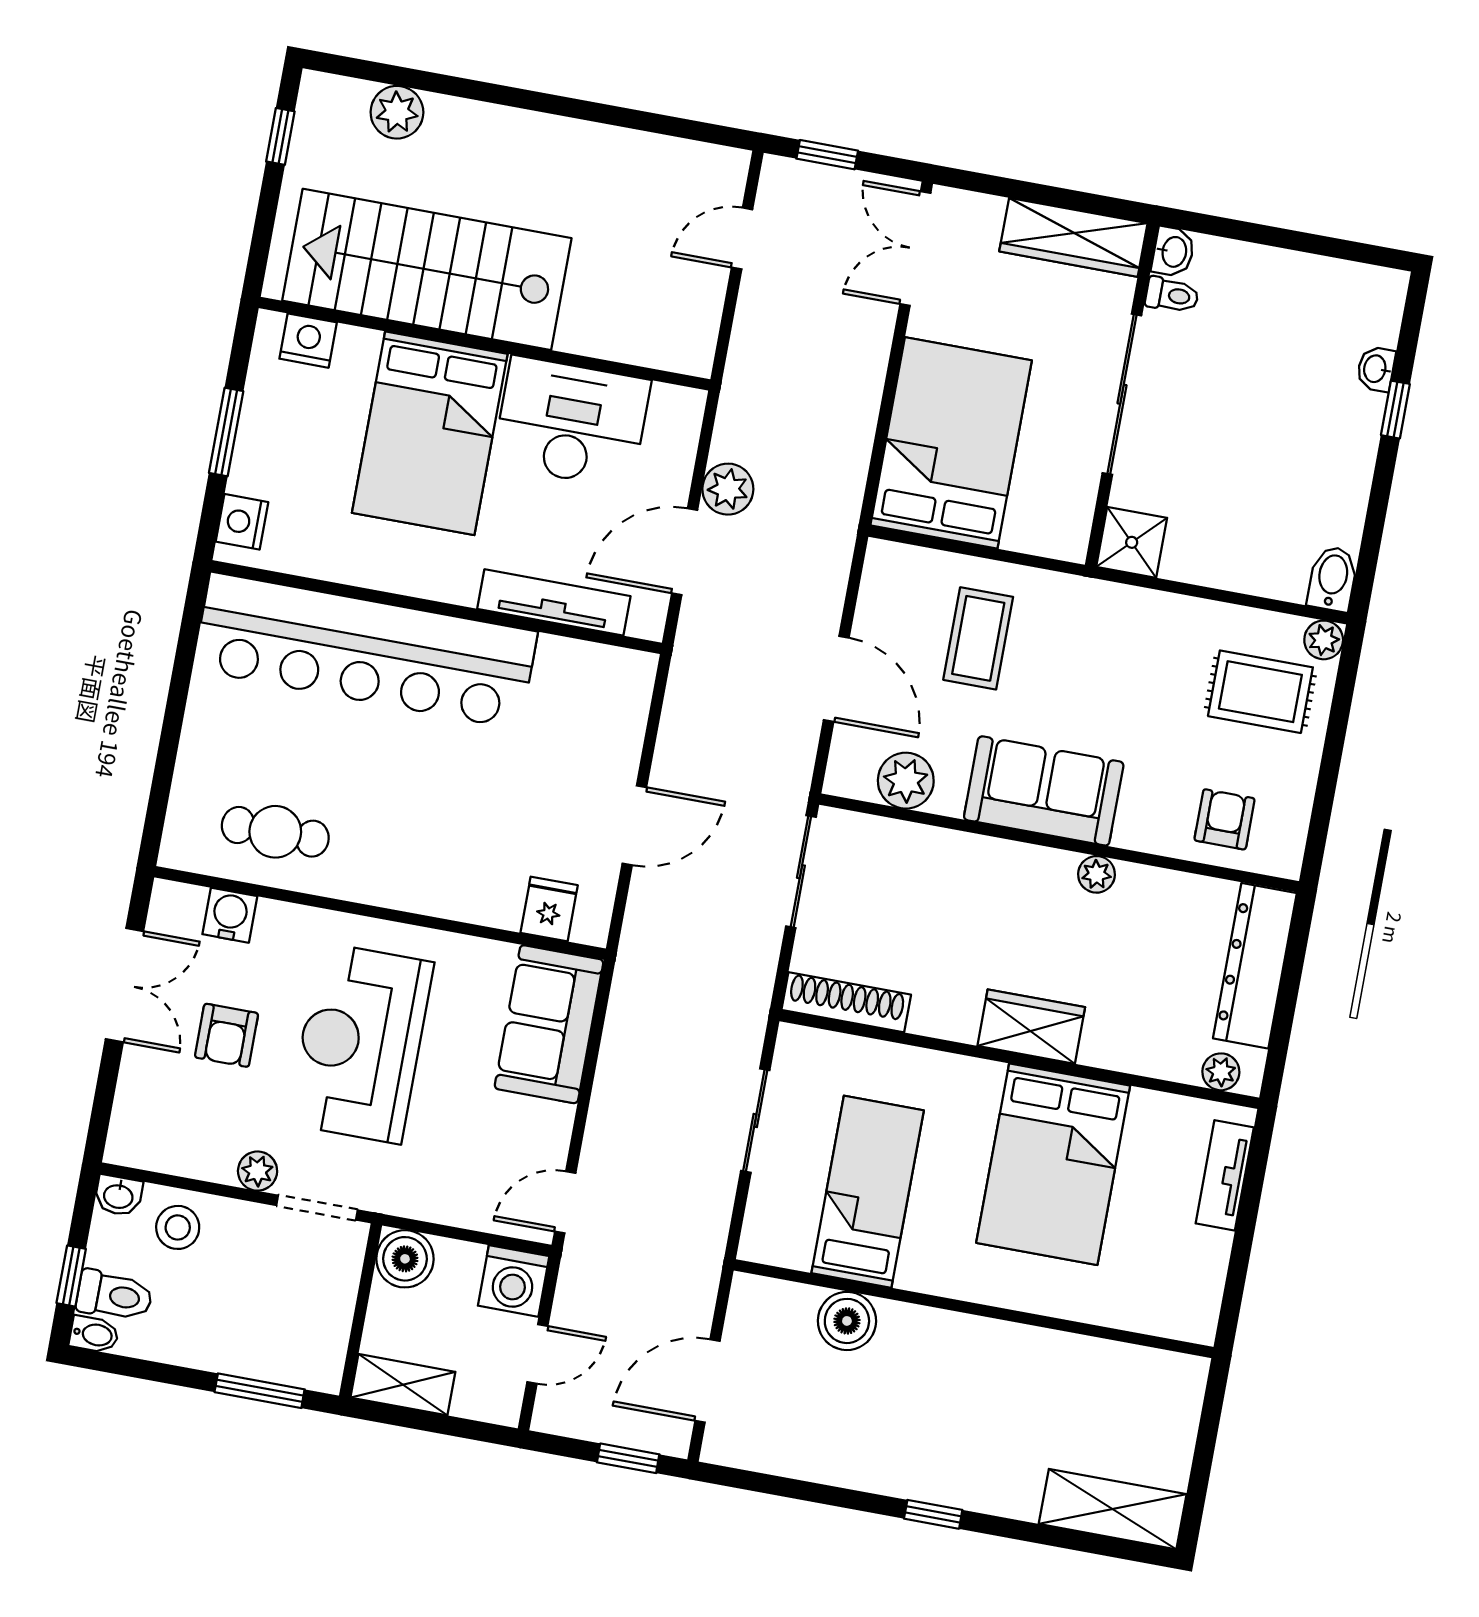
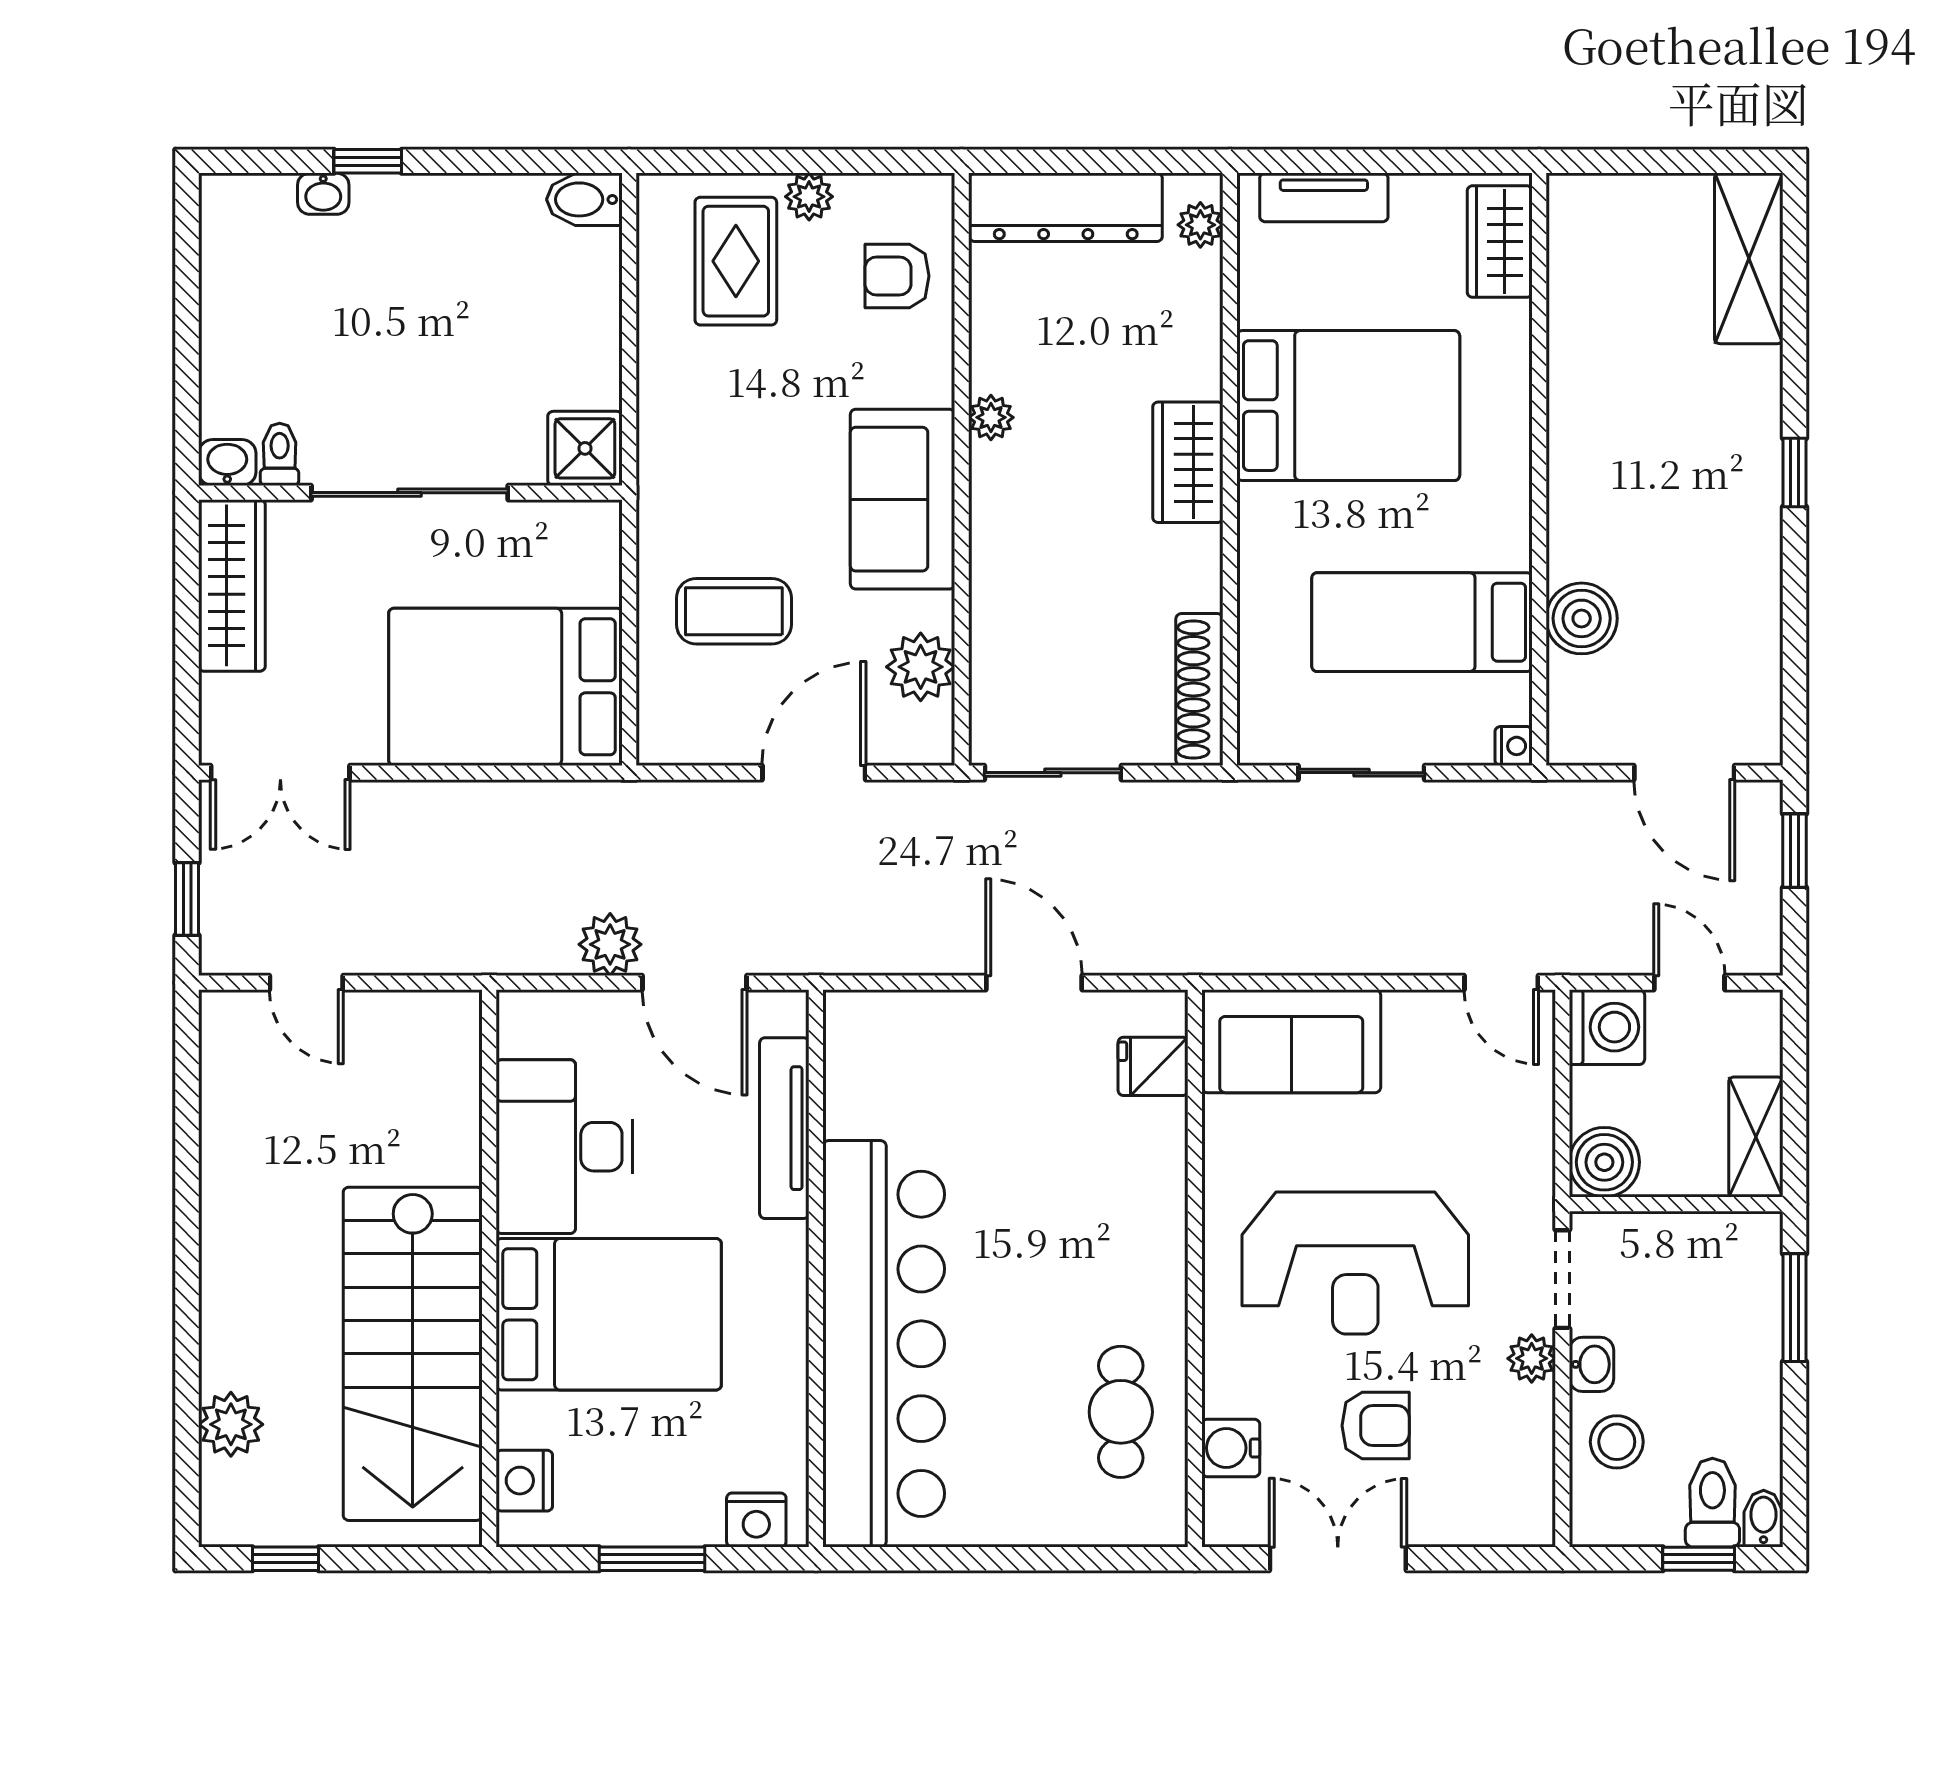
plant: (1324, 640) -> (809, 197), moved
washbasin: (118, 1195) -> (1591, 1364), moved
nightstand: (754, 1247) -> (1514, 746), added
wardrobe: (1163, 1311) -> (1500, 242), added

